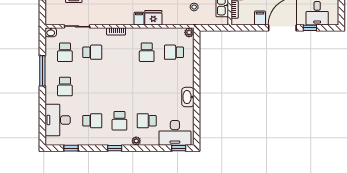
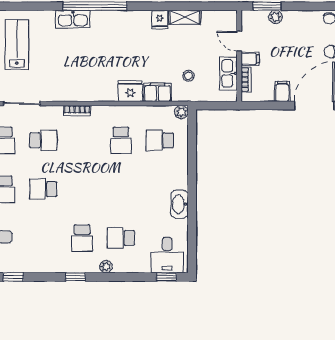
filing cabinet: (139, 19) -> (157, 92), moved, width x2.00
school desk: (92, 121) -> (43, 189), moved, turned 180
desk: (175, 133) -> (167, 255), width x0.73

